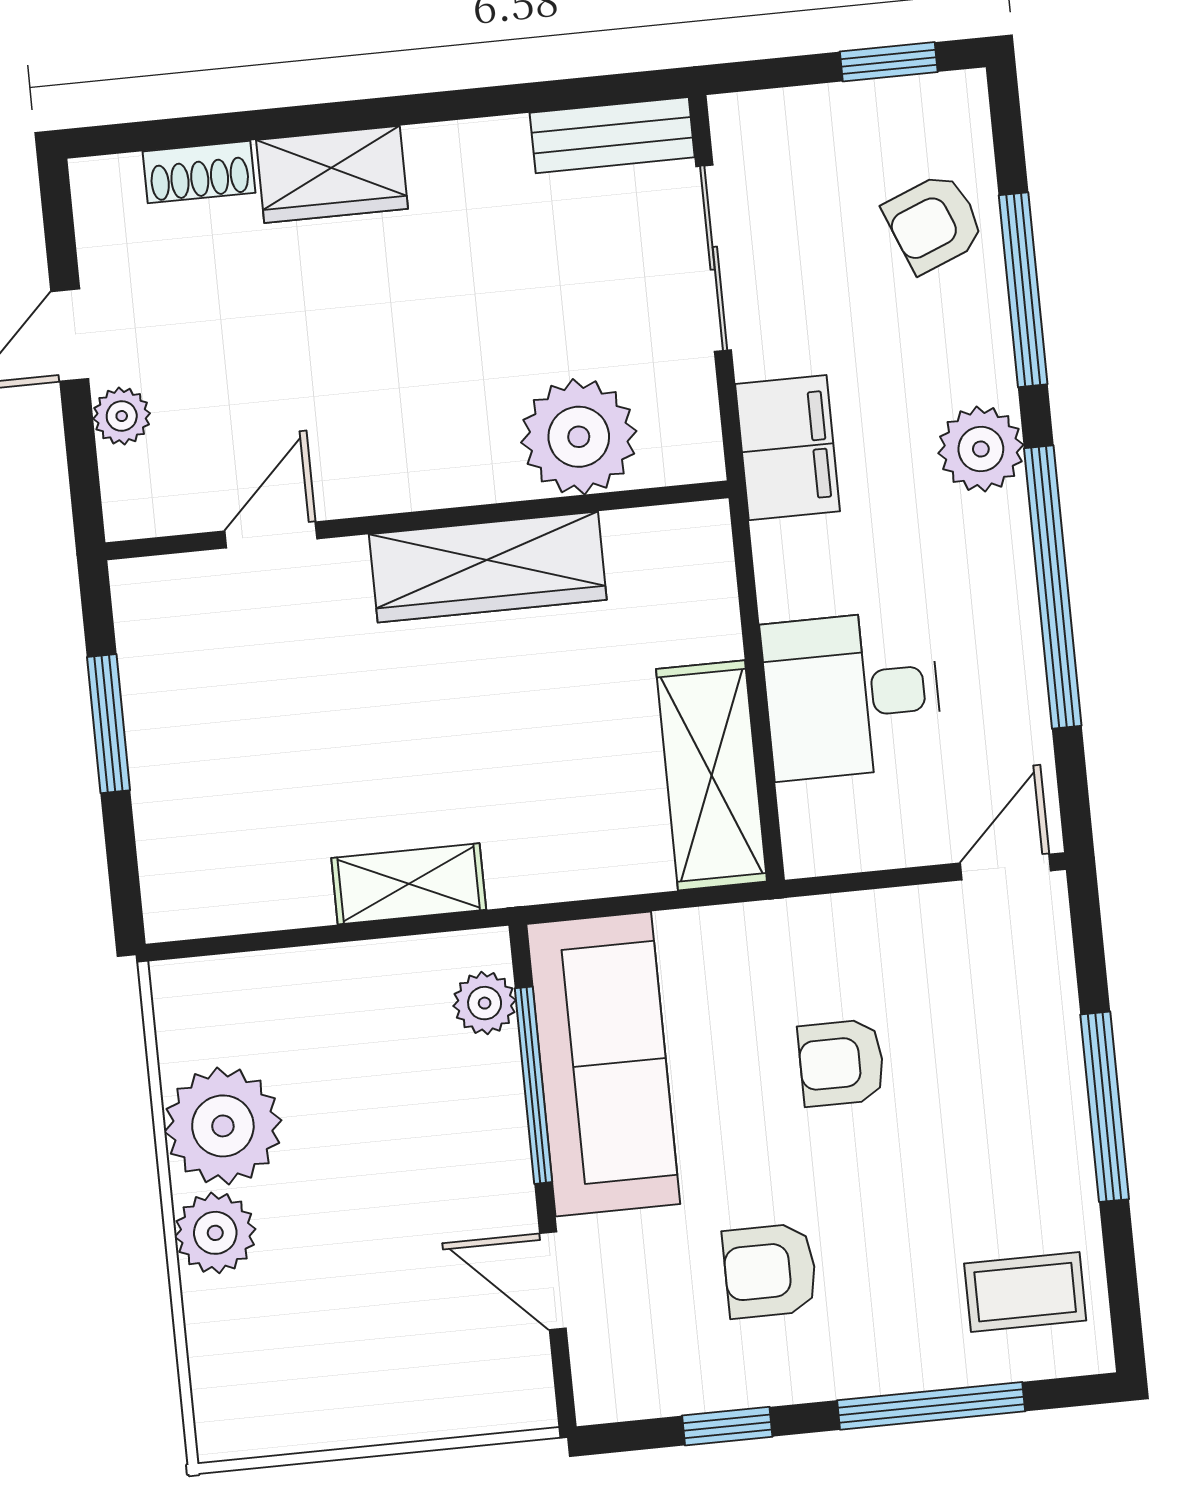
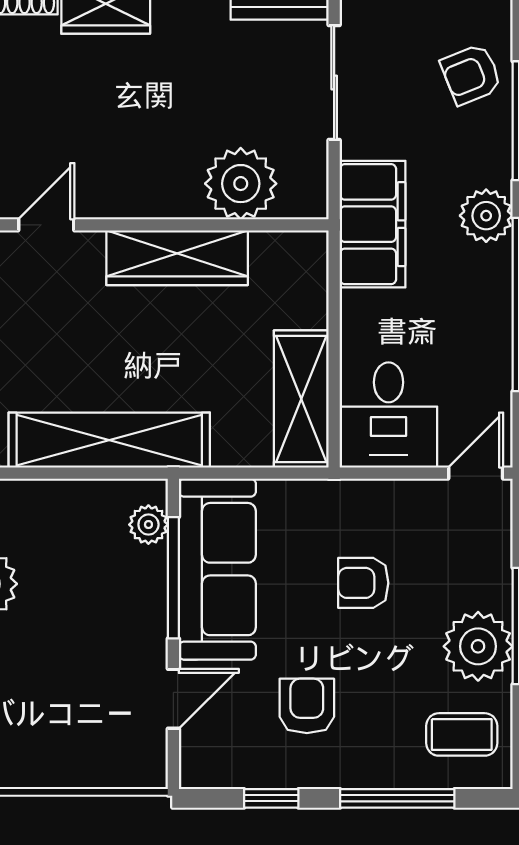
filing cabinet: (788, 448) -> (373, 224), width x1.50, depth x1.17
desk: (852, 695) -> (388, 415), moved, turned -90
shelving: (409, 884) -> (109, 440), width x2.20, depth x1.33
plant: (1037, 1147) -> (478, 646), added
armchair: (770, 1271) -> (307, 706), turned 90
door: (553, 1281) -> (173, 699), swing flipped

